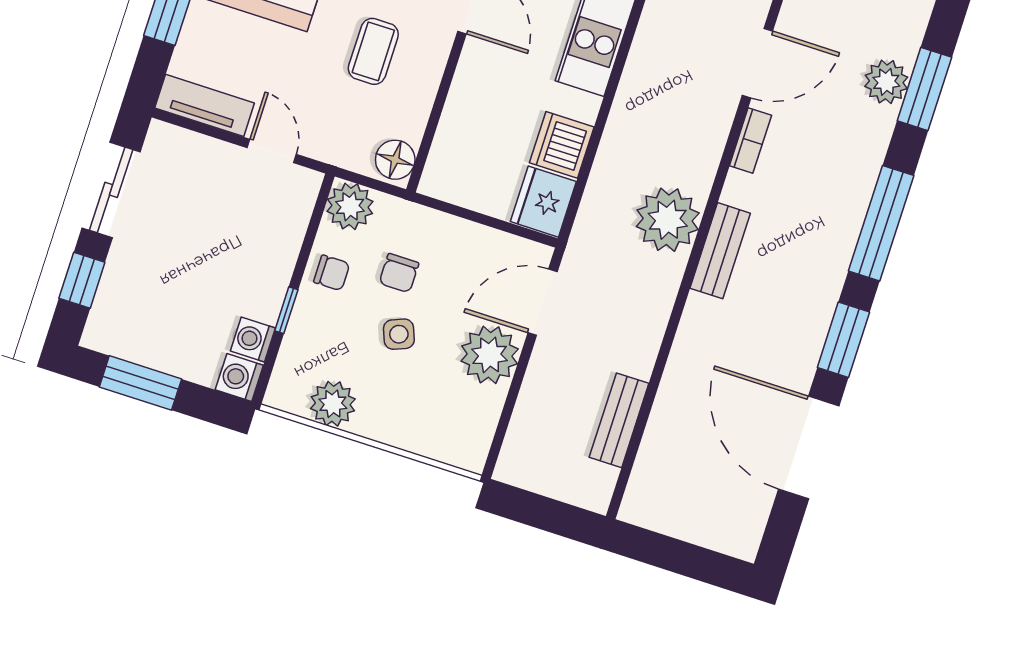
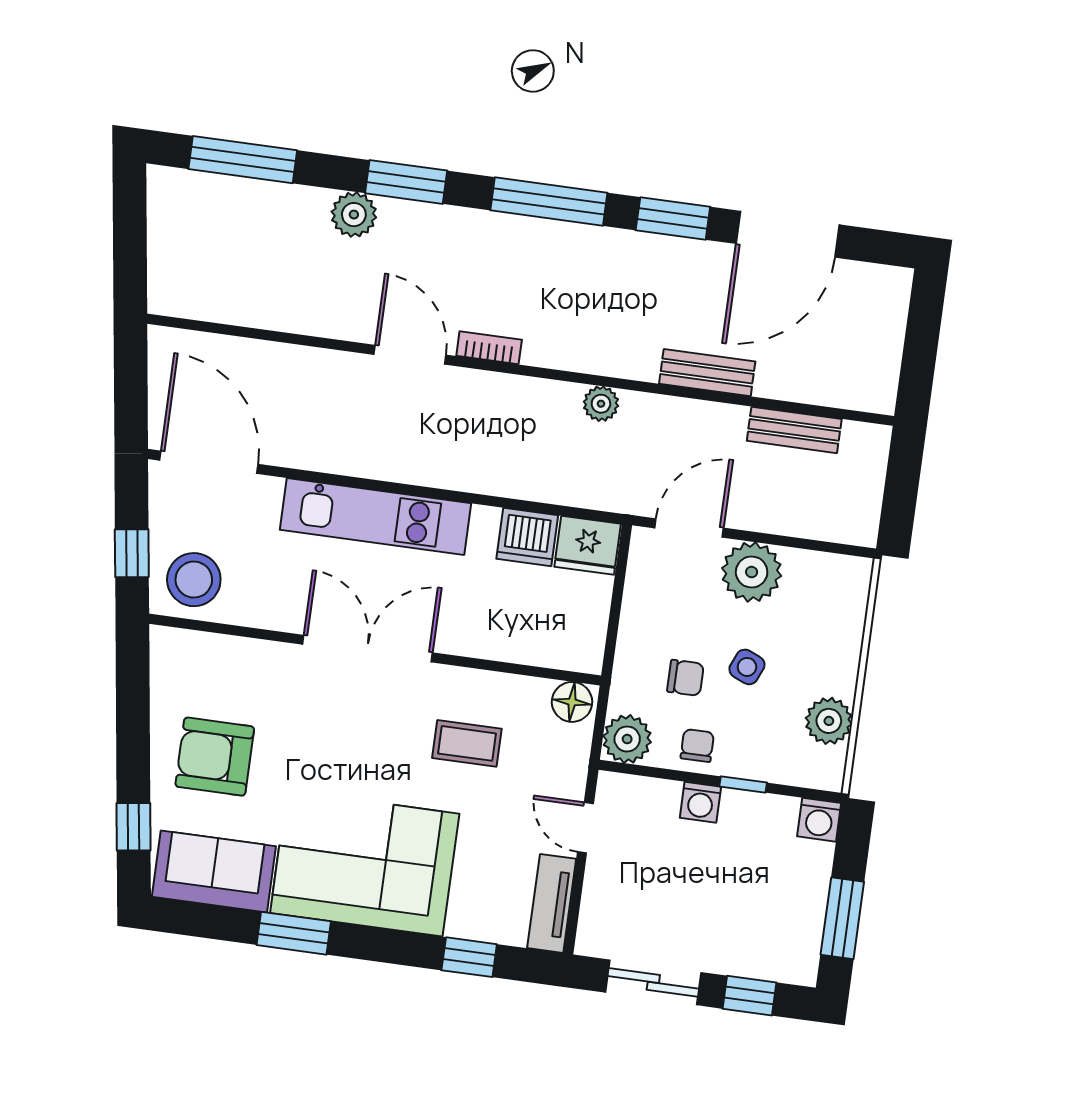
plant: (886, 82) -> (354, 215), moved
door: (272, 151) -> (585, 828), hinge flipped
plant: (668, 220) -> (601, 404), width x0.53, depth x0.53
bench: (720, 251) -> (707, 373), moved
door: (543, 302) -> (689, 528), swing flipped
side table: (399, 334) -> (747, 667), turned 45
washing machine: (253, 339) -> (700, 802), moved

